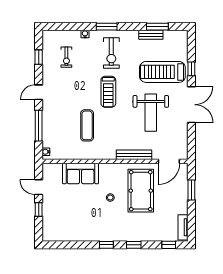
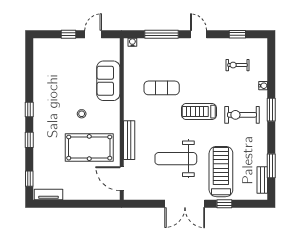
bench: (151, 35) -> (262, 180), moved
window: (191, 190) -> (90, 204), removed

